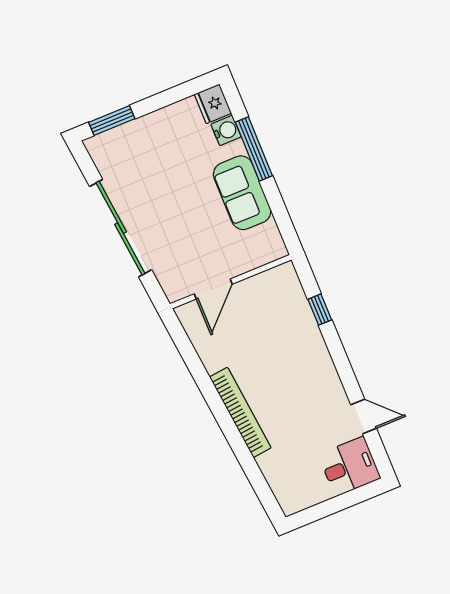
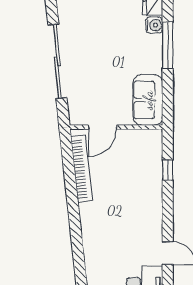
sofa: (242, 193) -> (148, 100), moved
bookcase: (240, 412) -> (82, 169), moved

